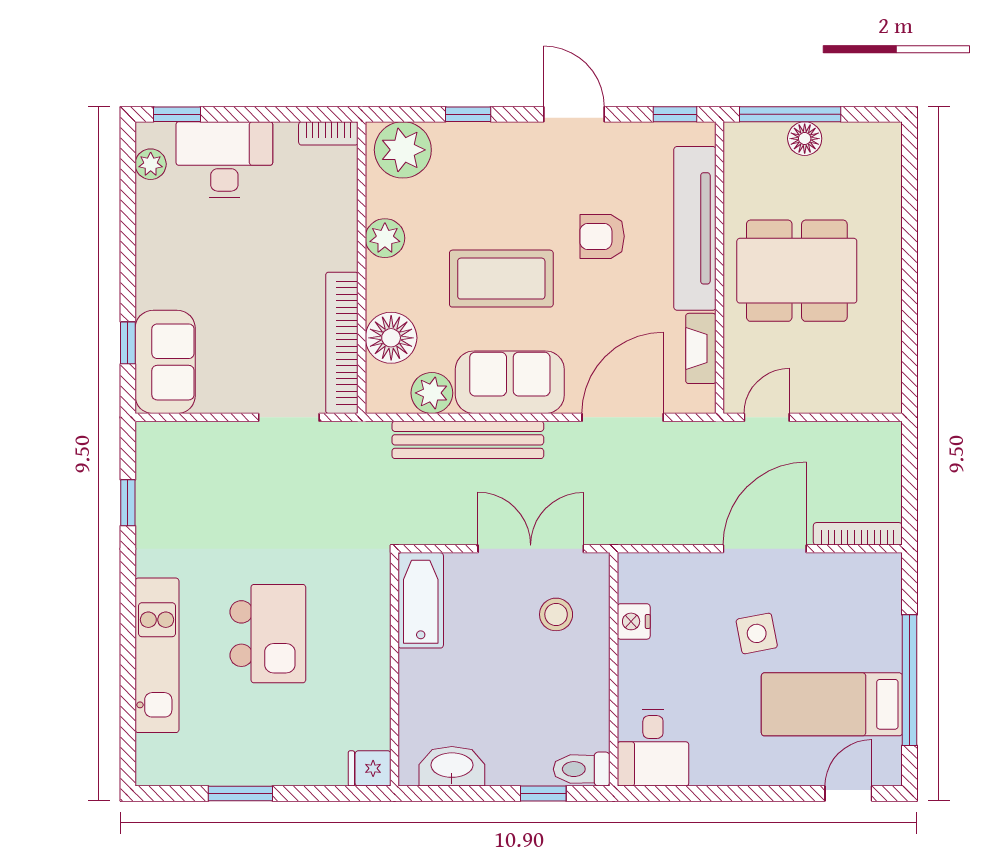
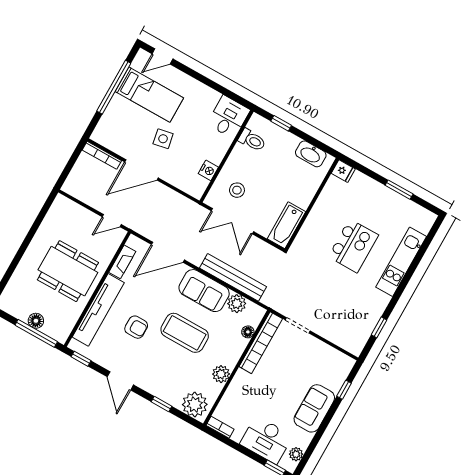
floor lamp: (391, 338) -> (248, 332), width x0.53, depth x0.53
sofa: (165, 362) -> (314, 408), moved
kitchen island: (268, 634) -> (353, 246), turned 180
toilet: (582, 769) -> (252, 140), moved

